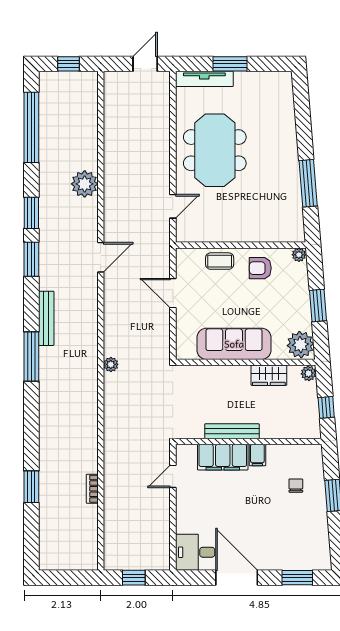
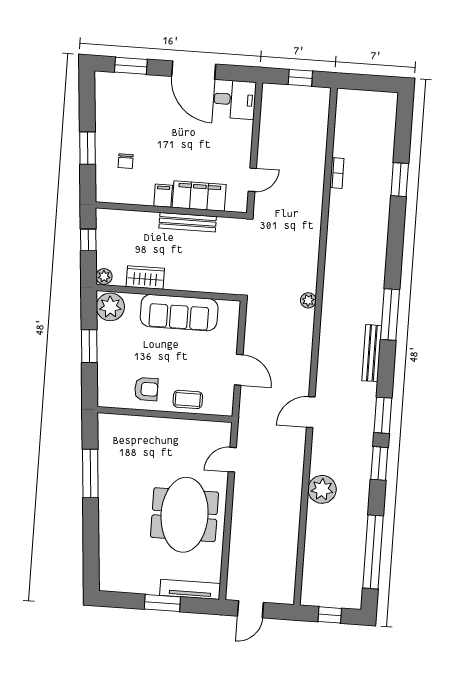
plant: (299, 255) -> (105, 400), removed

